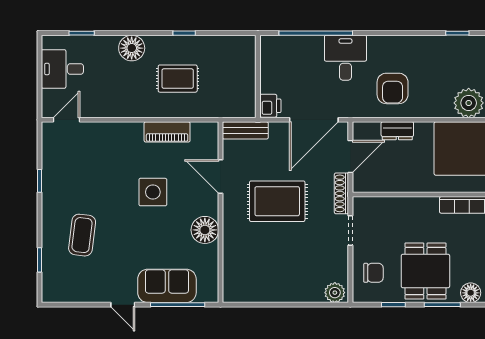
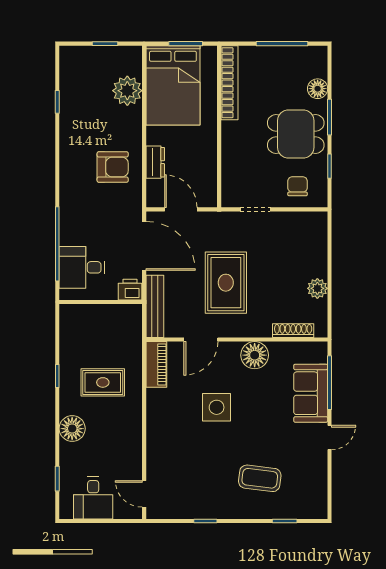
desk: (345, 58) -> (82, 267), moved
rug: (178, 79) -> (103, 382), turned 90
bench: (245, 130) -> (155, 306), width x1.36
piano: (167, 132) -> (156, 364), moved
shoe rack: (341, 193) -> (293, 331), moved, turned 180
plant: (335, 293) -> (317, 288), moved

